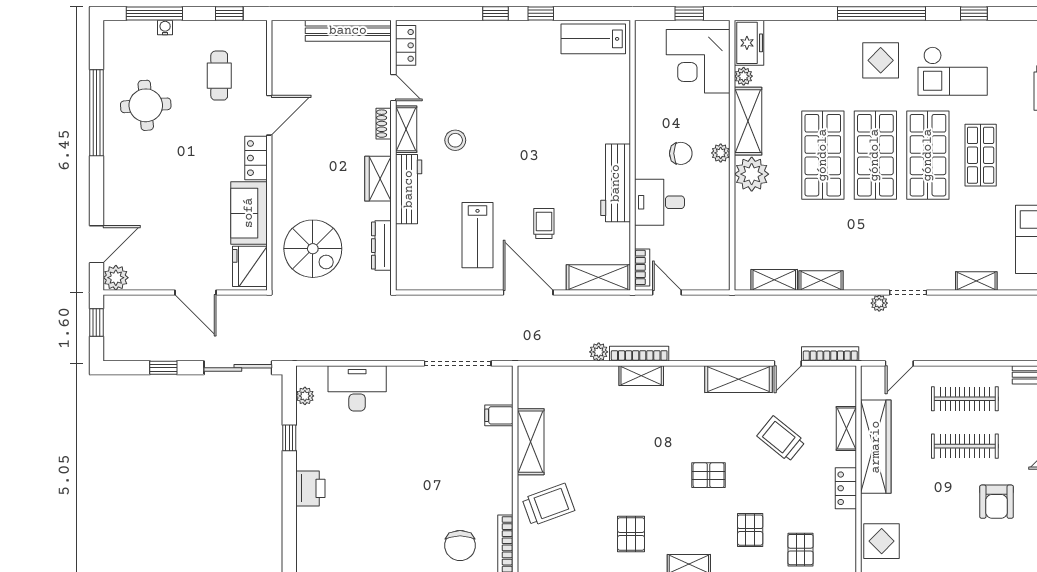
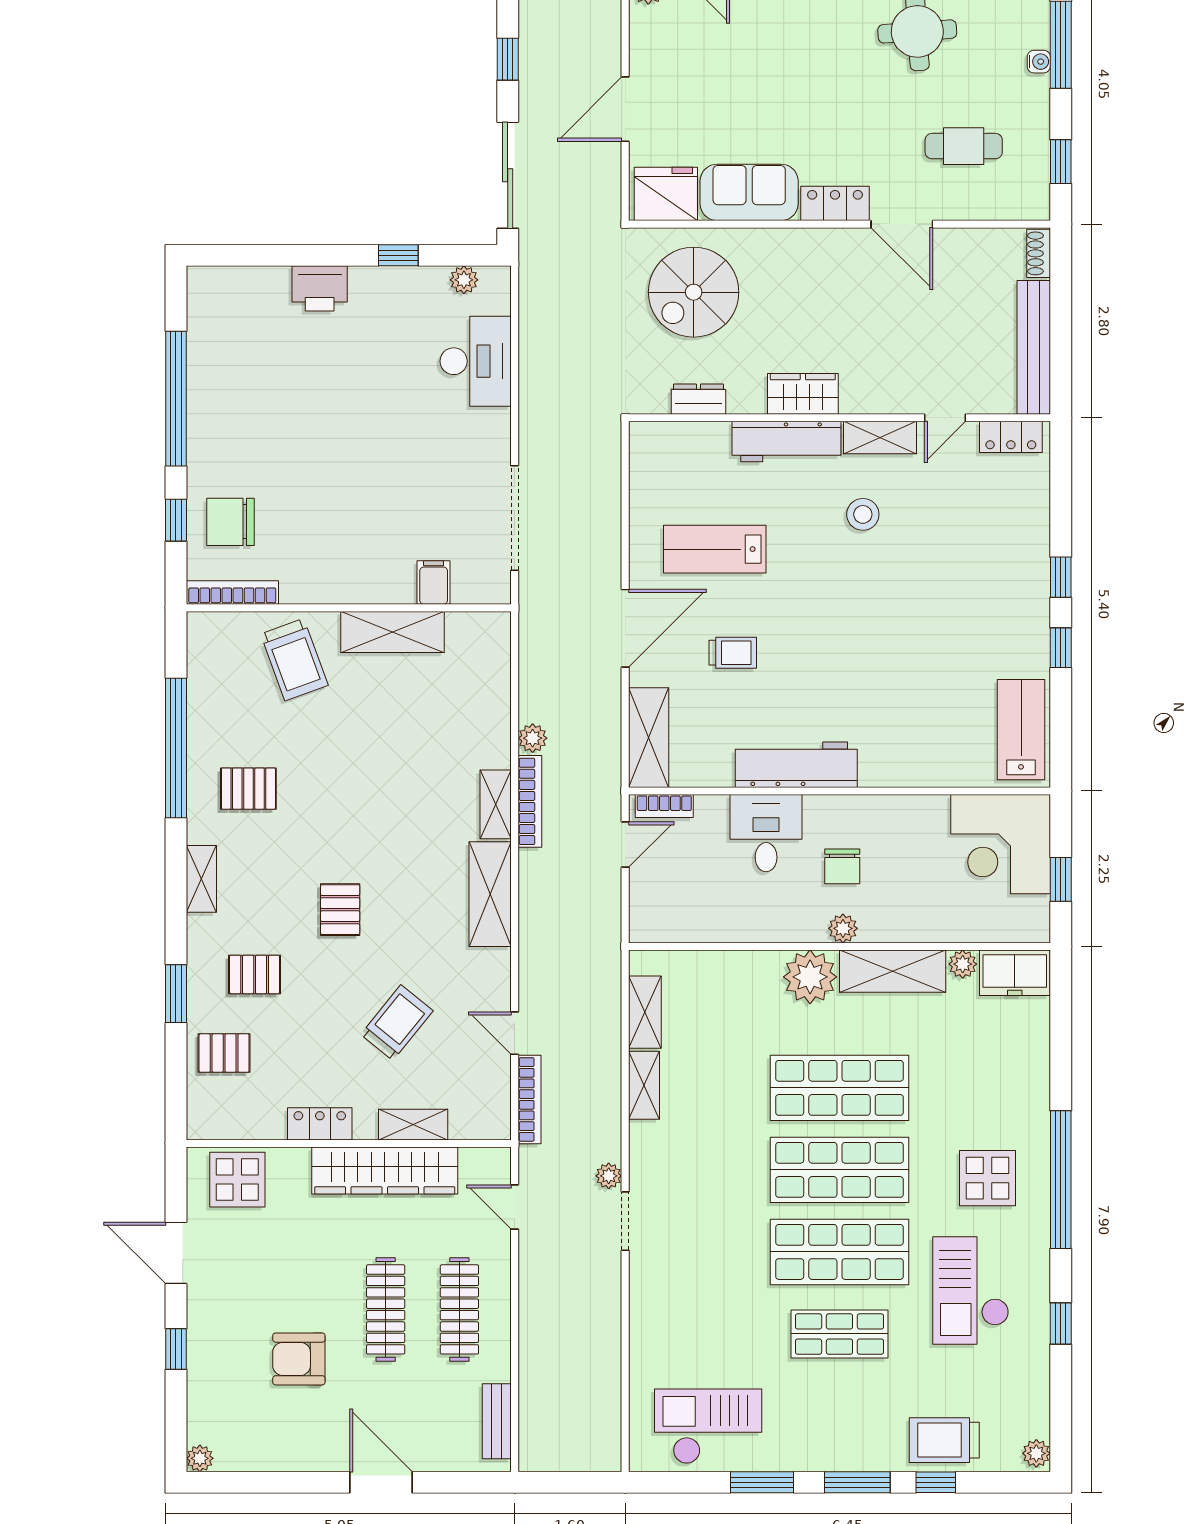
corner desk: (698, 61) -> (1001, 844), moved, turned -90
shoe rack: (384, 124) -> (1039, 253), moved, turned -90
dresser: (381, 246) -> (698, 399), width x0.70
shelving: (976, 281) -> (643, 1327), removed
shelving: (738, 379) -> (490, 894), moved

